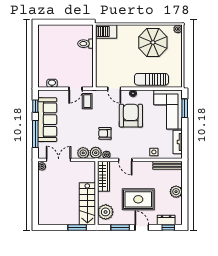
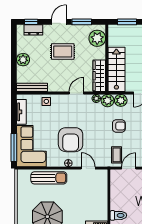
window: (185, 108) -> (14, 148), width x1.44
armchair: (105, 133) -> (119, 126), moved
door: (125, 160) -> (76, 93), hinge flipped
rug: (138, 199) -> (63, 52), width x0.73, depth x0.70
stairs: (87, 204) -> (116, 69), moved
door: (142, 227) -> (59, 22), swing flipped

